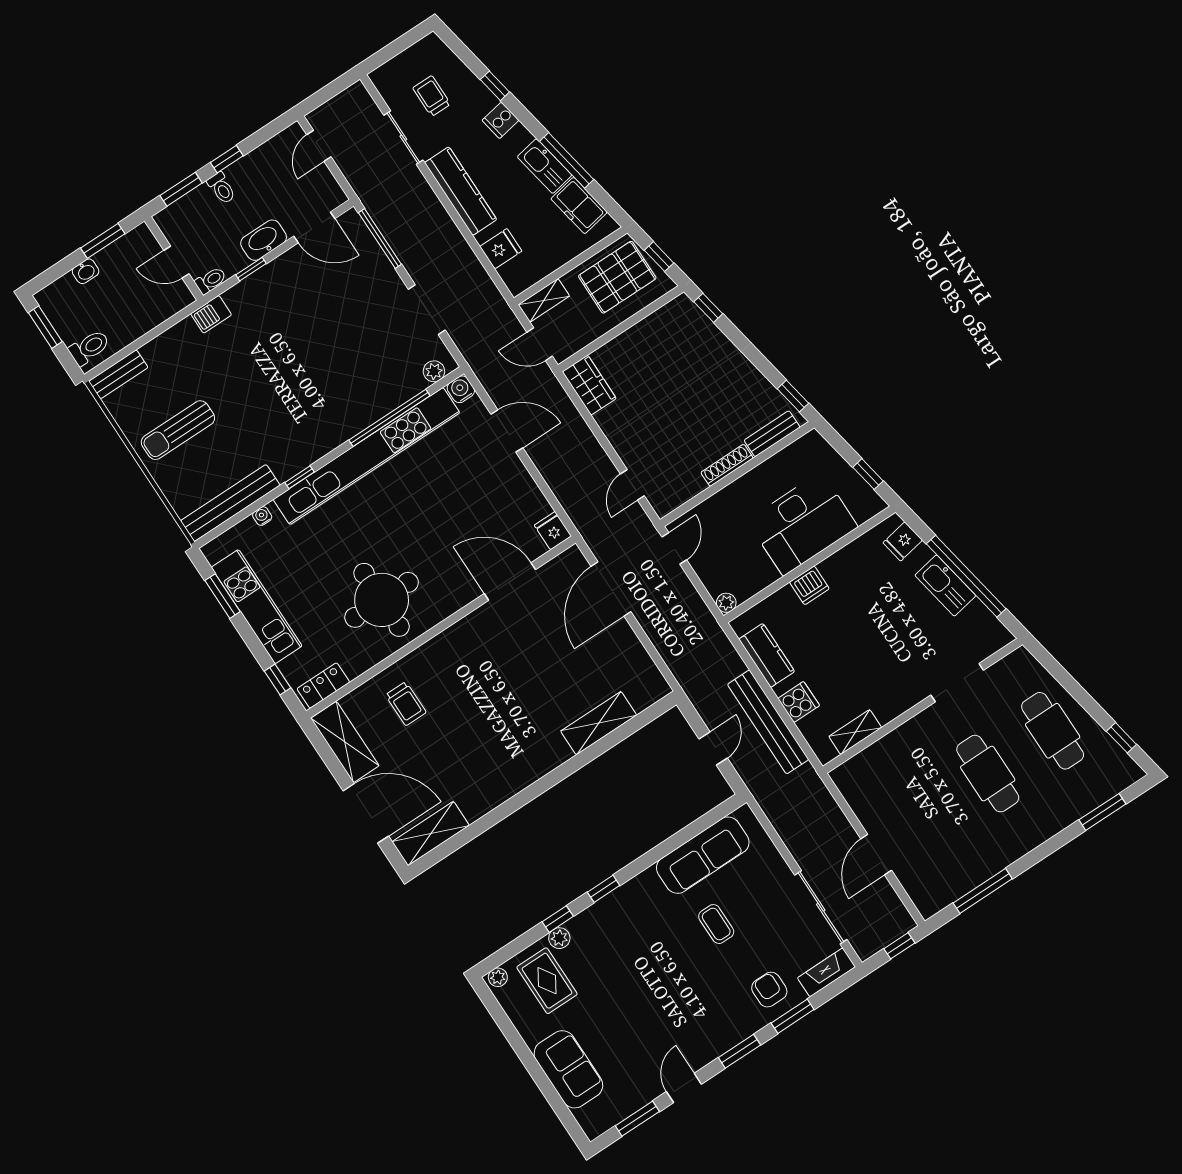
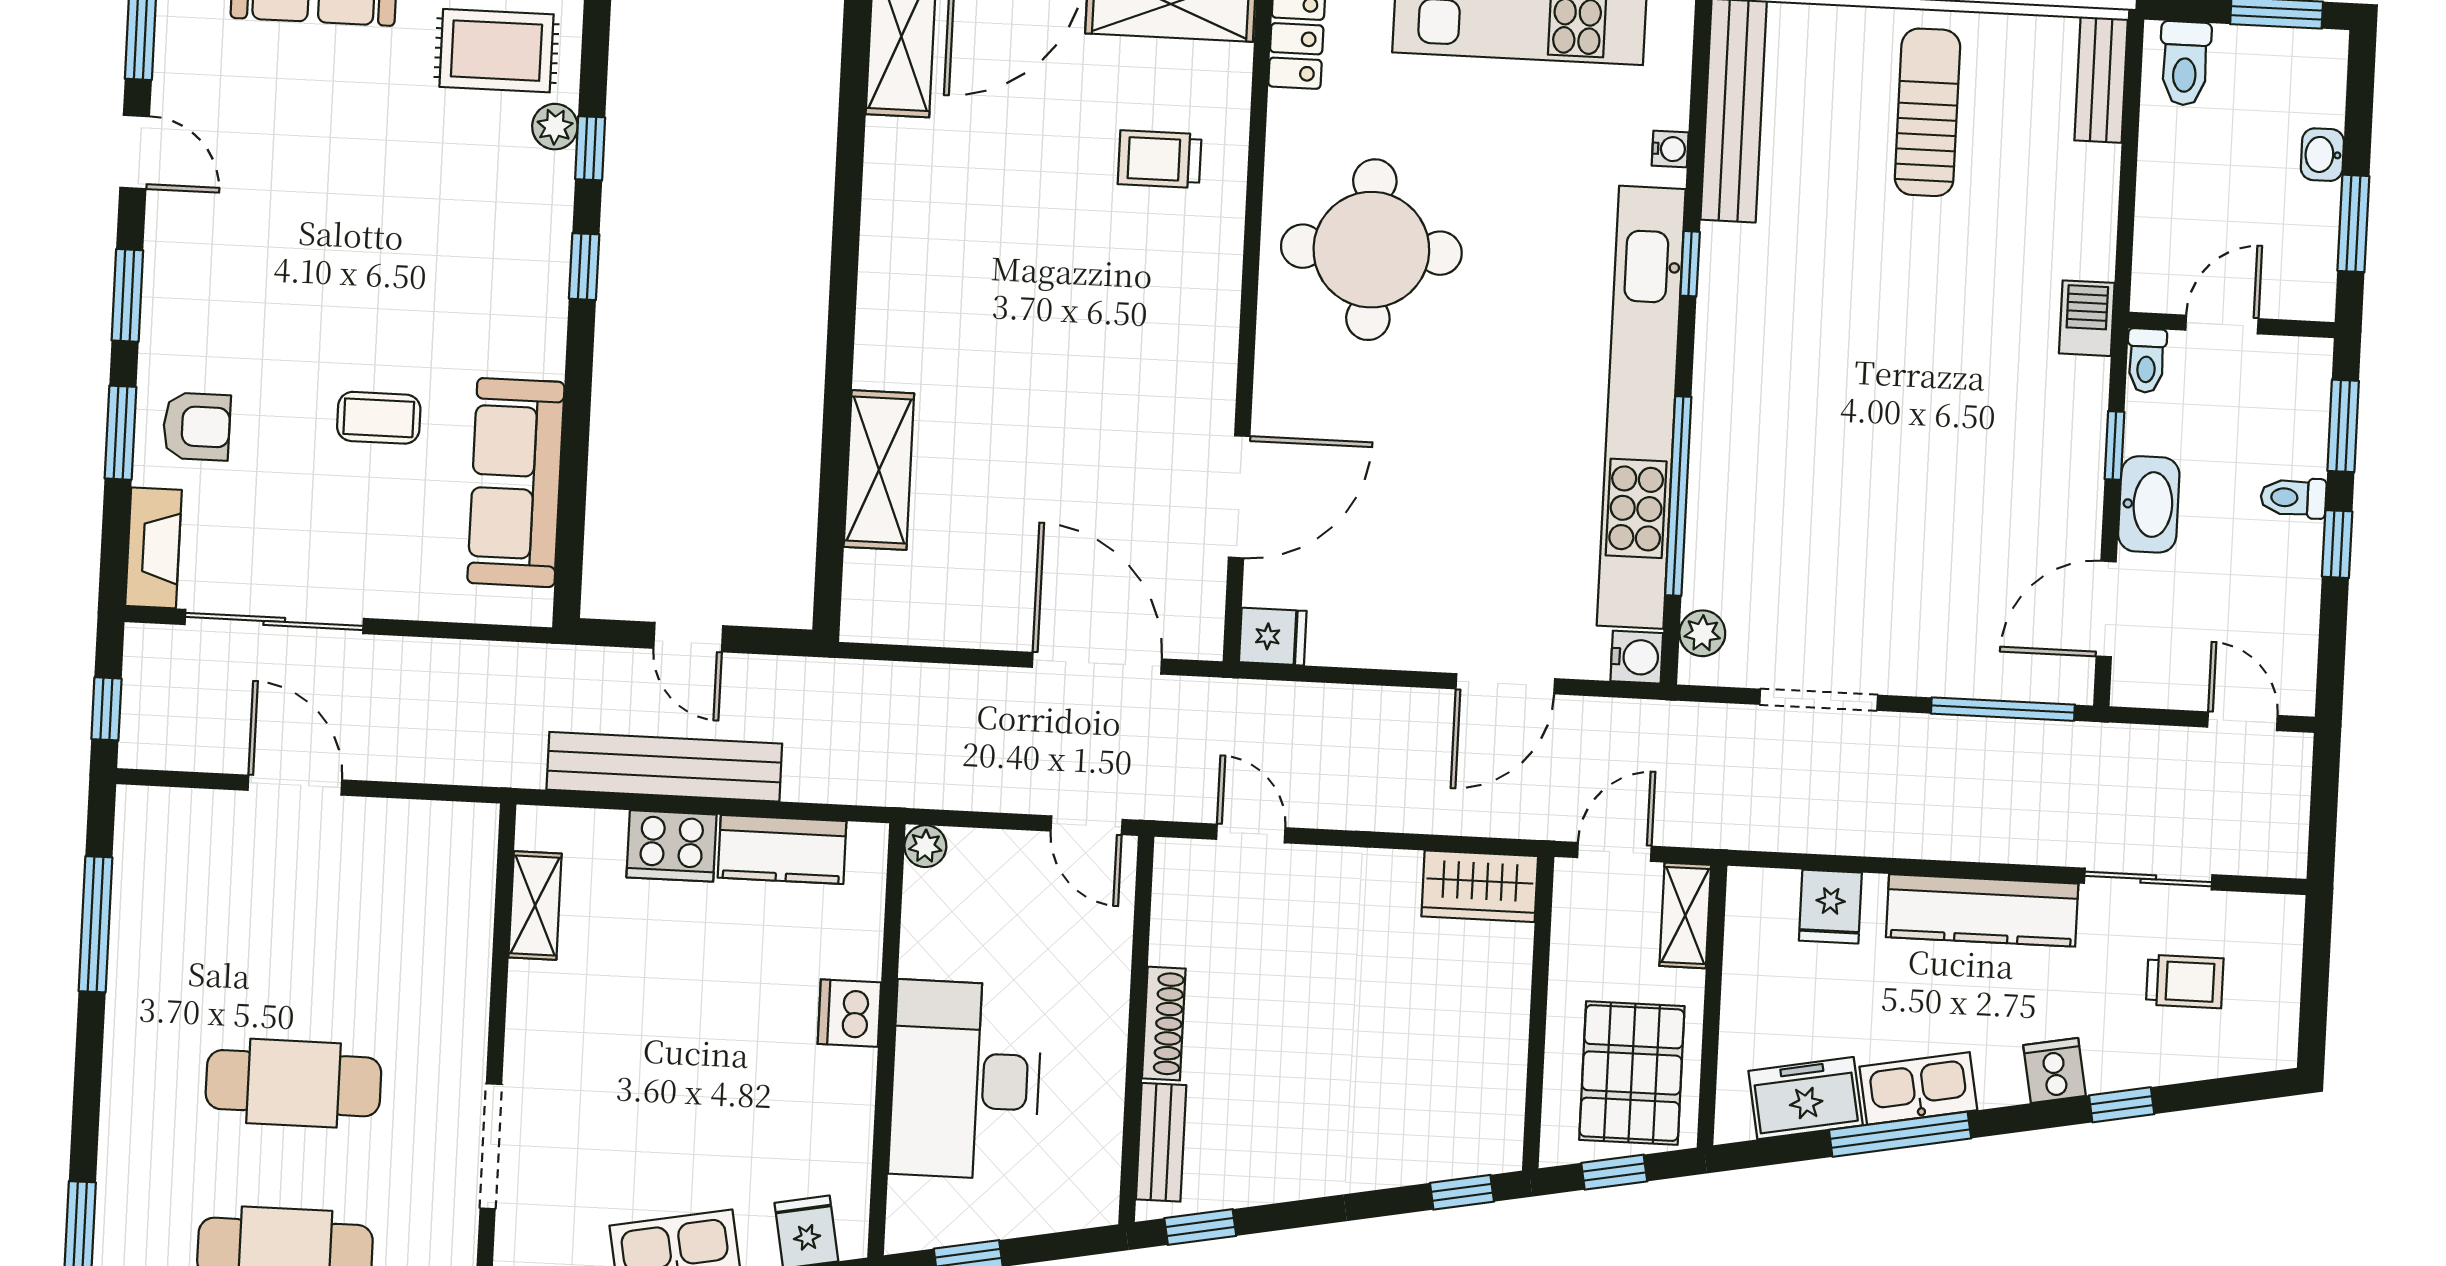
cooker: (799, 702) -> (671, 846), width x1.36

